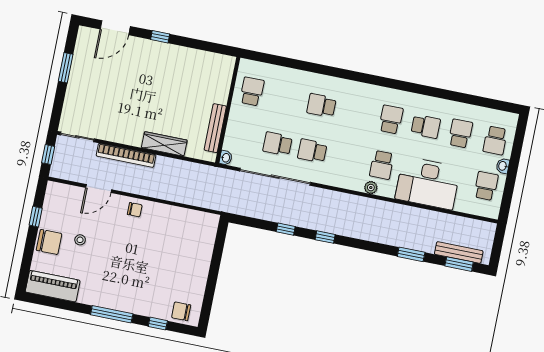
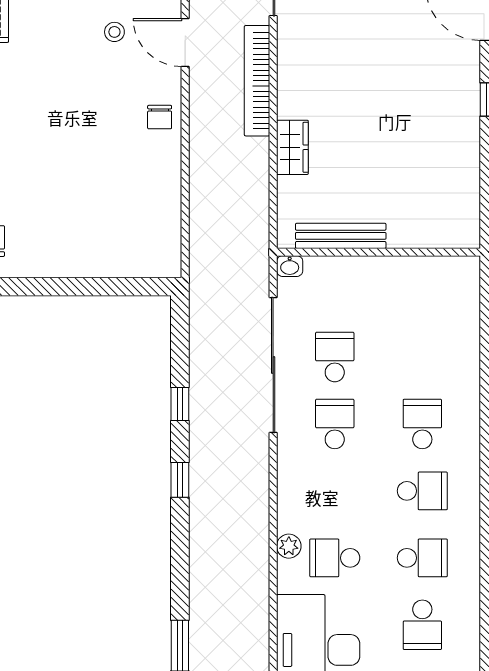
school desk: (252, 91) -> (422, 491), moved
wardrobe: (164, 144) -> (292, 147), width x0.67
stool: (80, 240) -> (114, 32), moved

